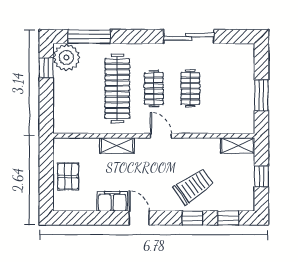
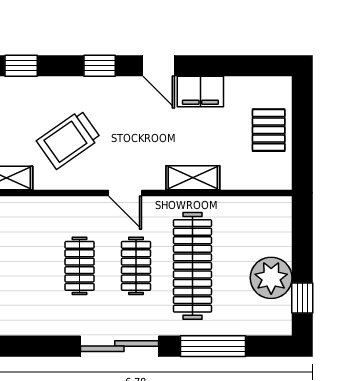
window: (89, 37) -> (213, 346), moved
sliding door: (189, 37) -> (119, 346), moved
plant: (66, 57) -> (271, 278), moved
trolley: (193, 186) -> (69, 140), moved
window: (192, 218) -> (100, 66), moved

